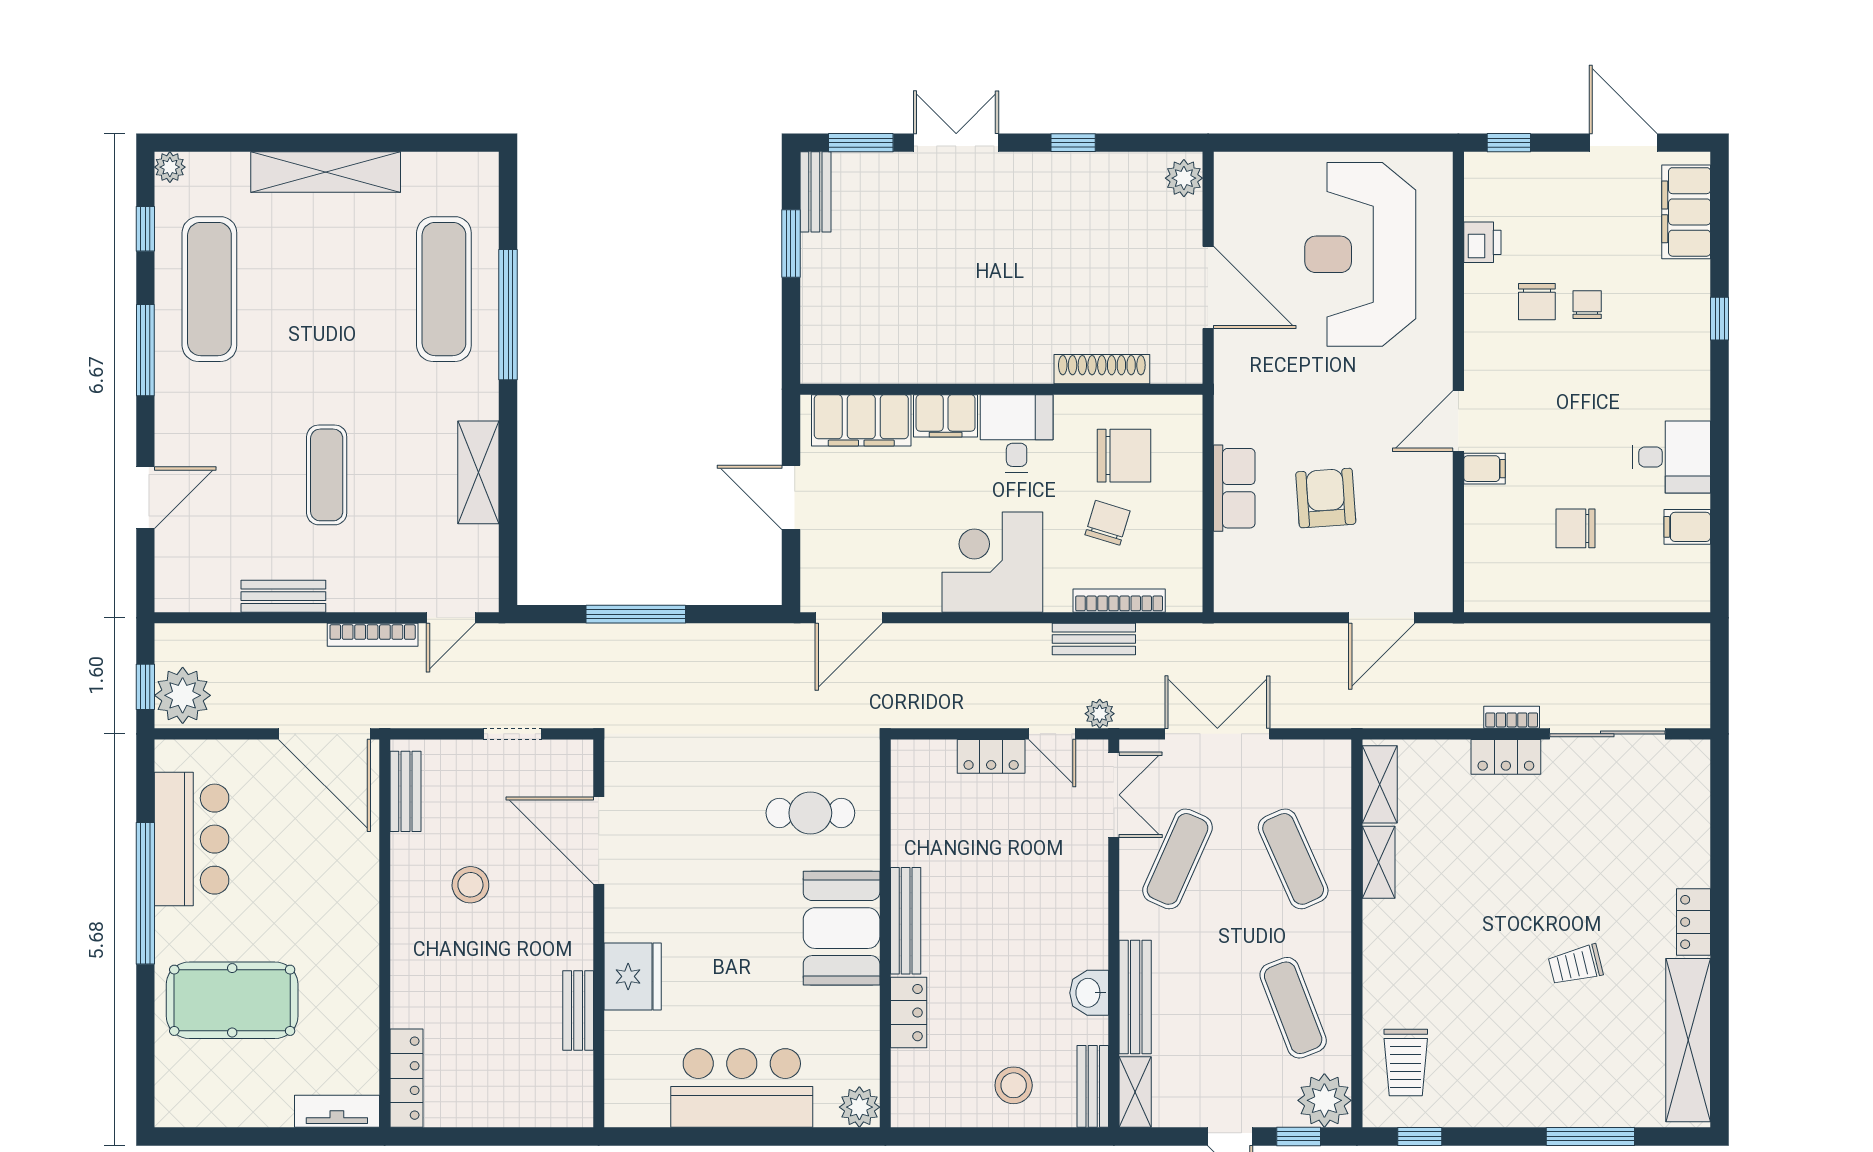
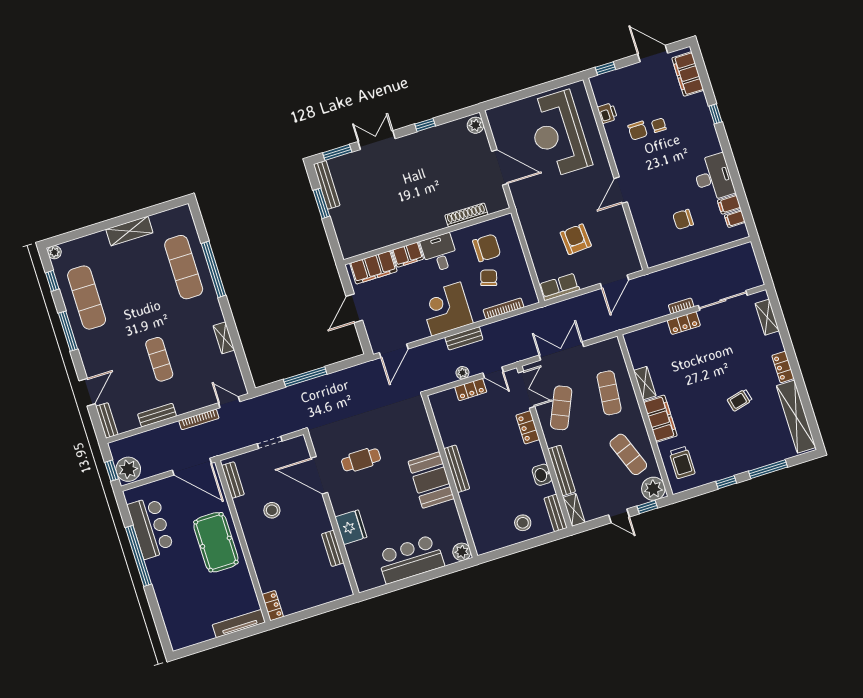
shelving: (326, 172) -> (129, 231), width x0.68
bench: (815, 192) -> (327, 185), width x1.36
desk: (1672, 457) -> (714, 177), width x1.37
filing cabinet: (1484, 469) -> (735, 219), moved, turned 180
shelving: (478, 472) -> (224, 338), width x0.67, depth x0.75
row of seats: (1234, 488) -> (559, 287), moved, turned -90
door: (791, 497) -> (354, 308), hinge flipped
bench: (169, 573) -> (107, 420), added
door: (451, 618) -> (229, 402), swing flipped
bench: (1094, 639) -> (464, 338), moved
plant: (1100, 714) -> (462, 373), moved
shelving: (1380, 784) -> (767, 317), moved
cafe table: (810, 813) -> (361, 460), moved
exercise mat: (1293, 859) -> (609, 393), turned 30
filing cabinet: (1388, 951) -> (660, 419), added
pool table: (232, 1000) -> (216, 542), moved, turned 90
locker: (909, 1013) -> (528, 427), moved, turned 180
locker: (406, 1078) -> (273, 606), width x0.66
tv unit: (337, 1111) -> (239, 624), width x1.41
window: (1420, 1136) -> (726, 482), moved

